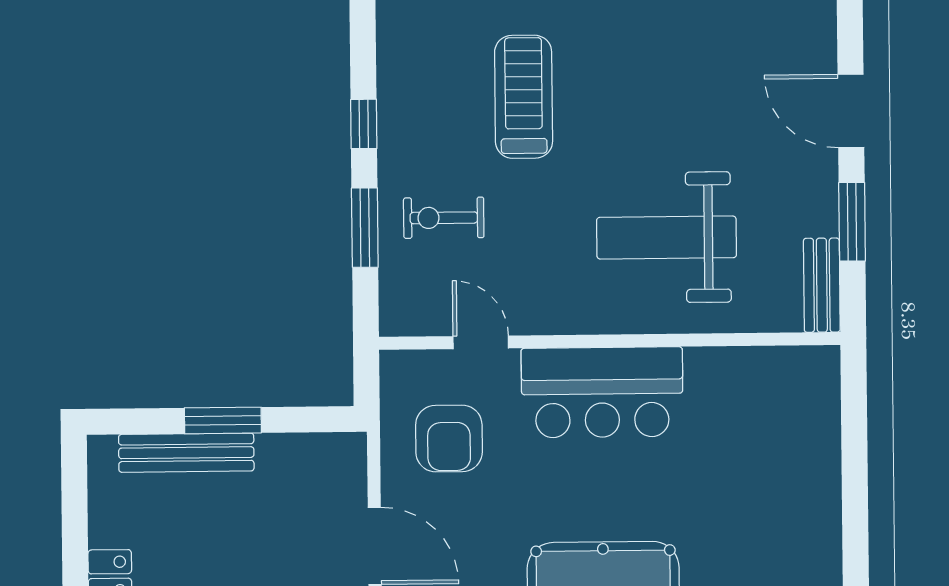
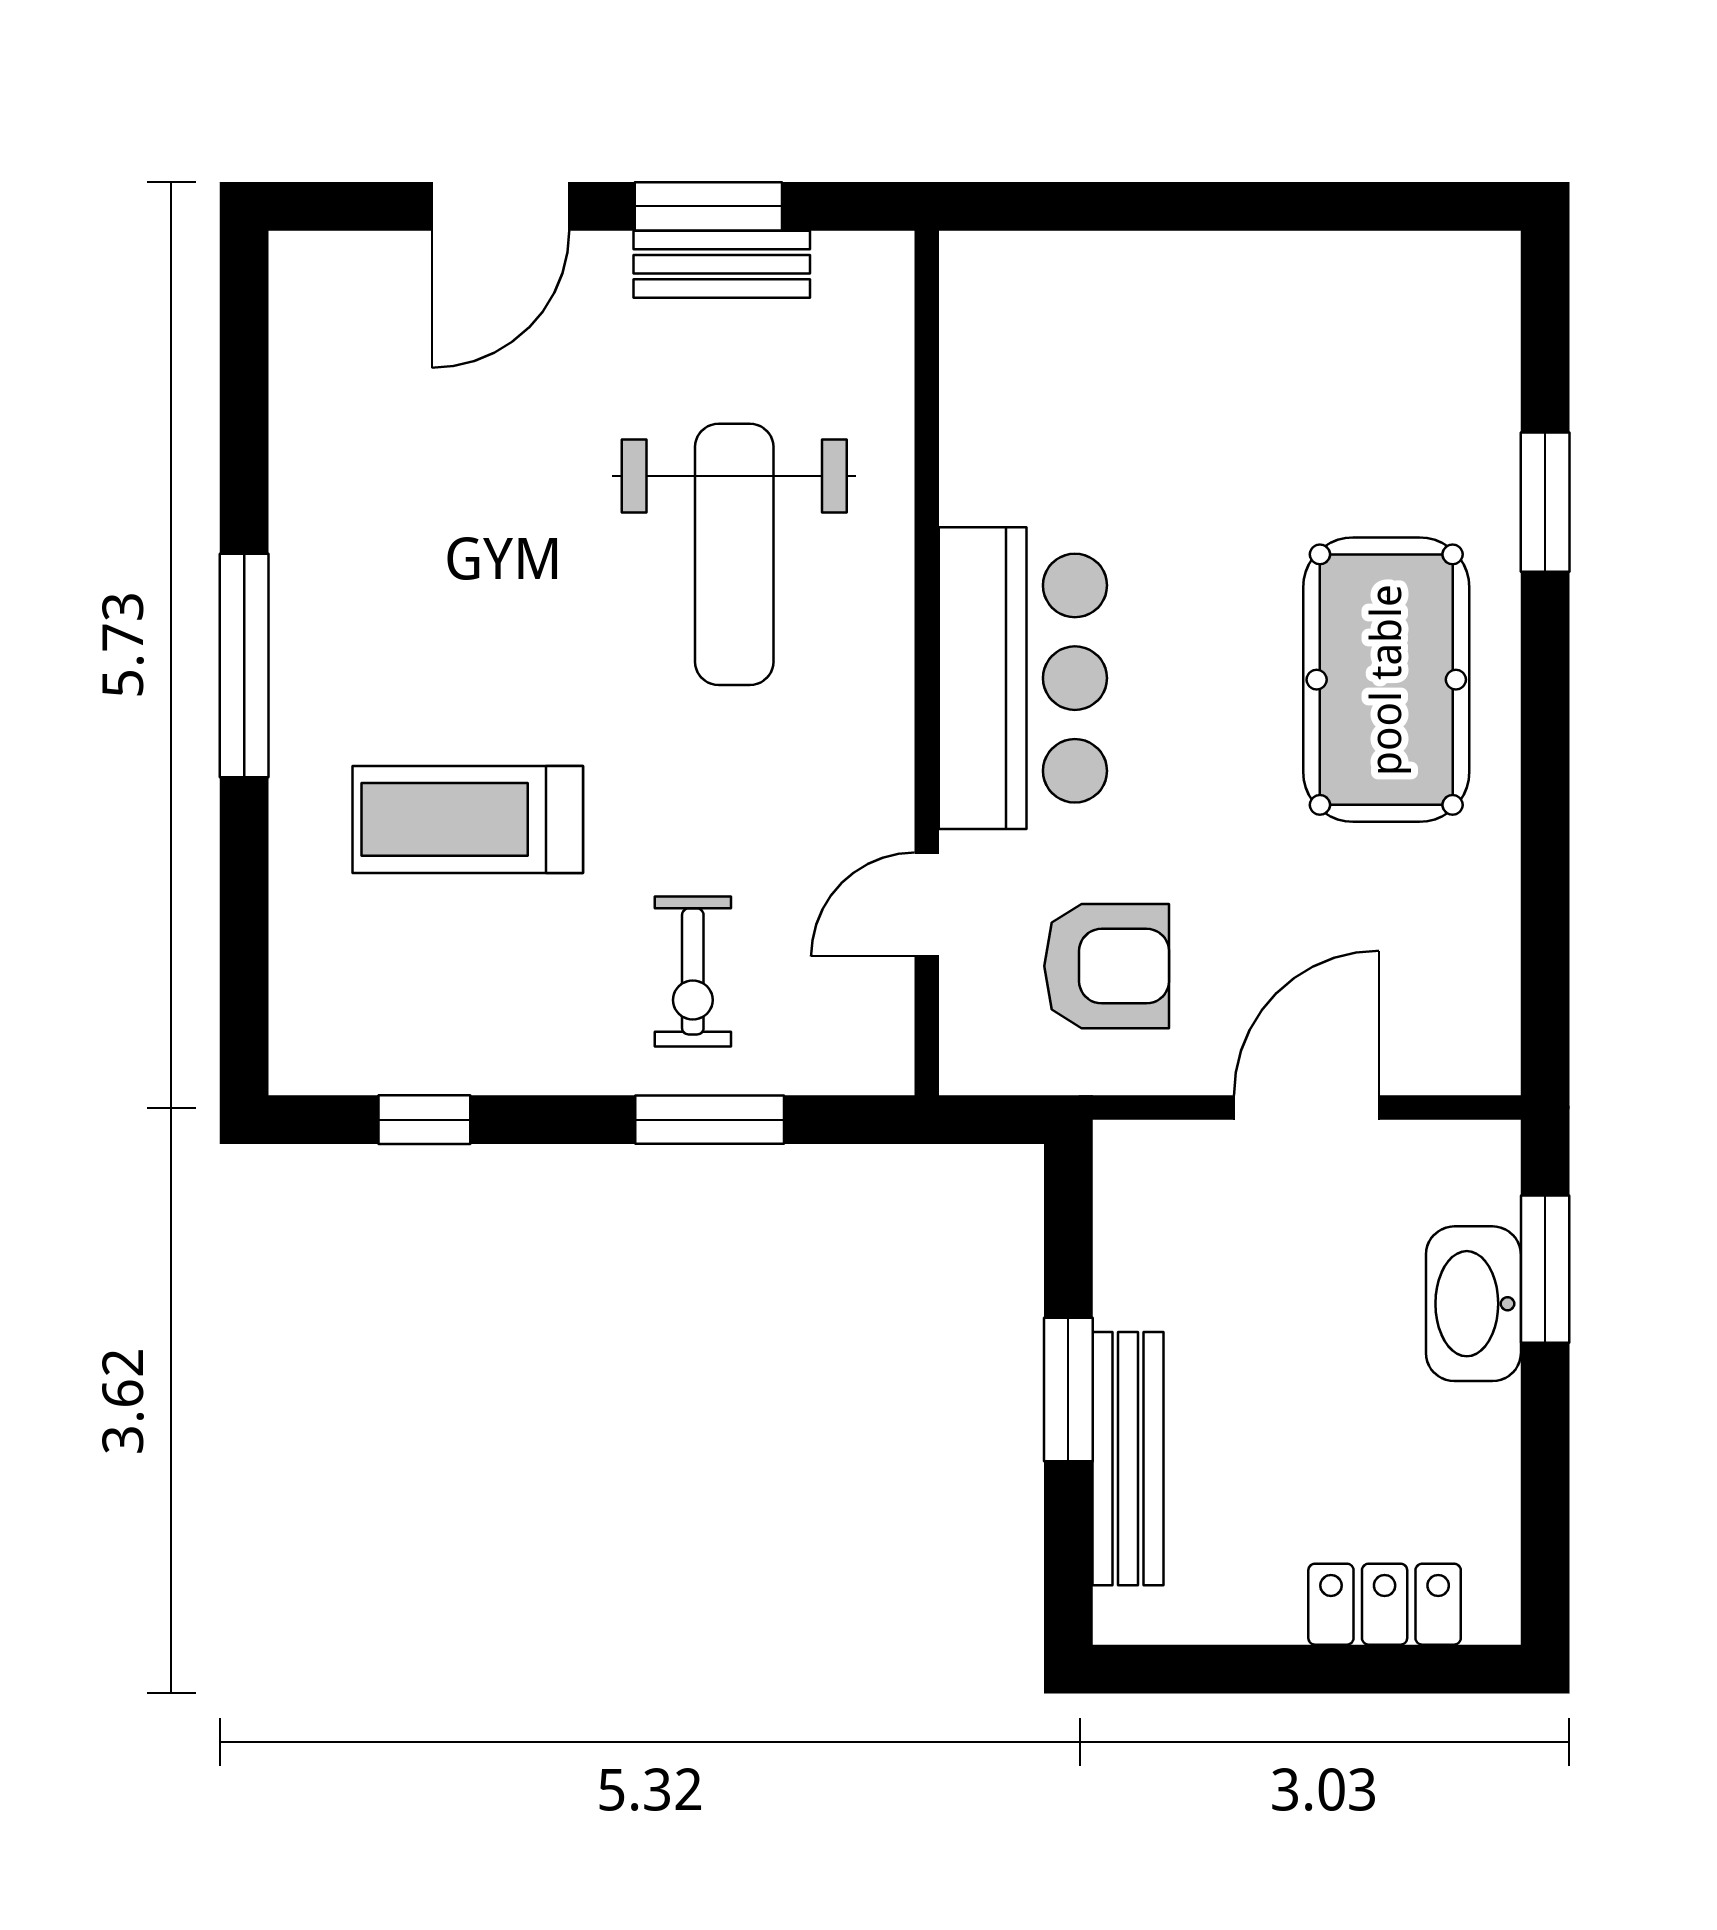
window: (364, 124) -> (424, 1120), moved
bench: (822, 285) -> (722, 264), moved

